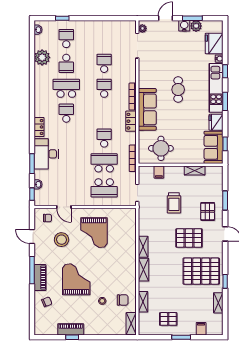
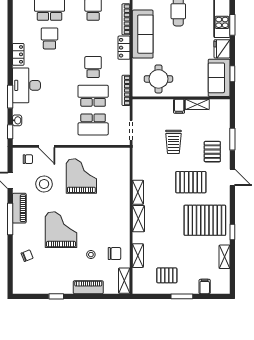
filing cabinet: (159, 172) -> (179, 106), moved
grand piano: (94, 233) -> (81, 176), turned 180
piano: (40, 278) -> (19, 208), moved
piano: (71, 329) -> (88, 287), moved

